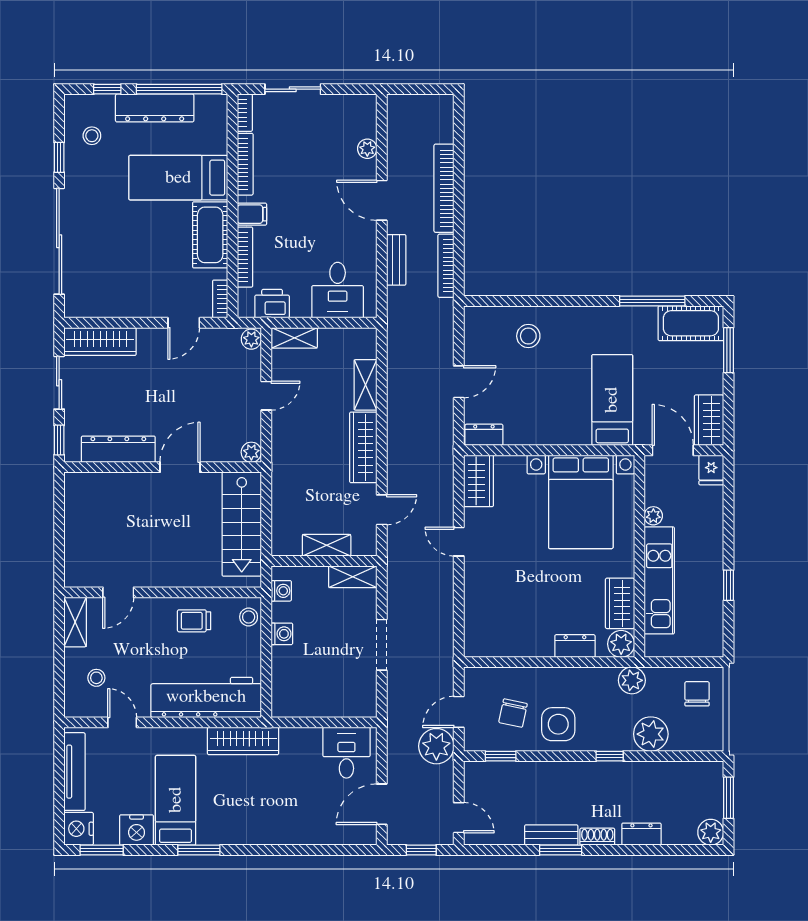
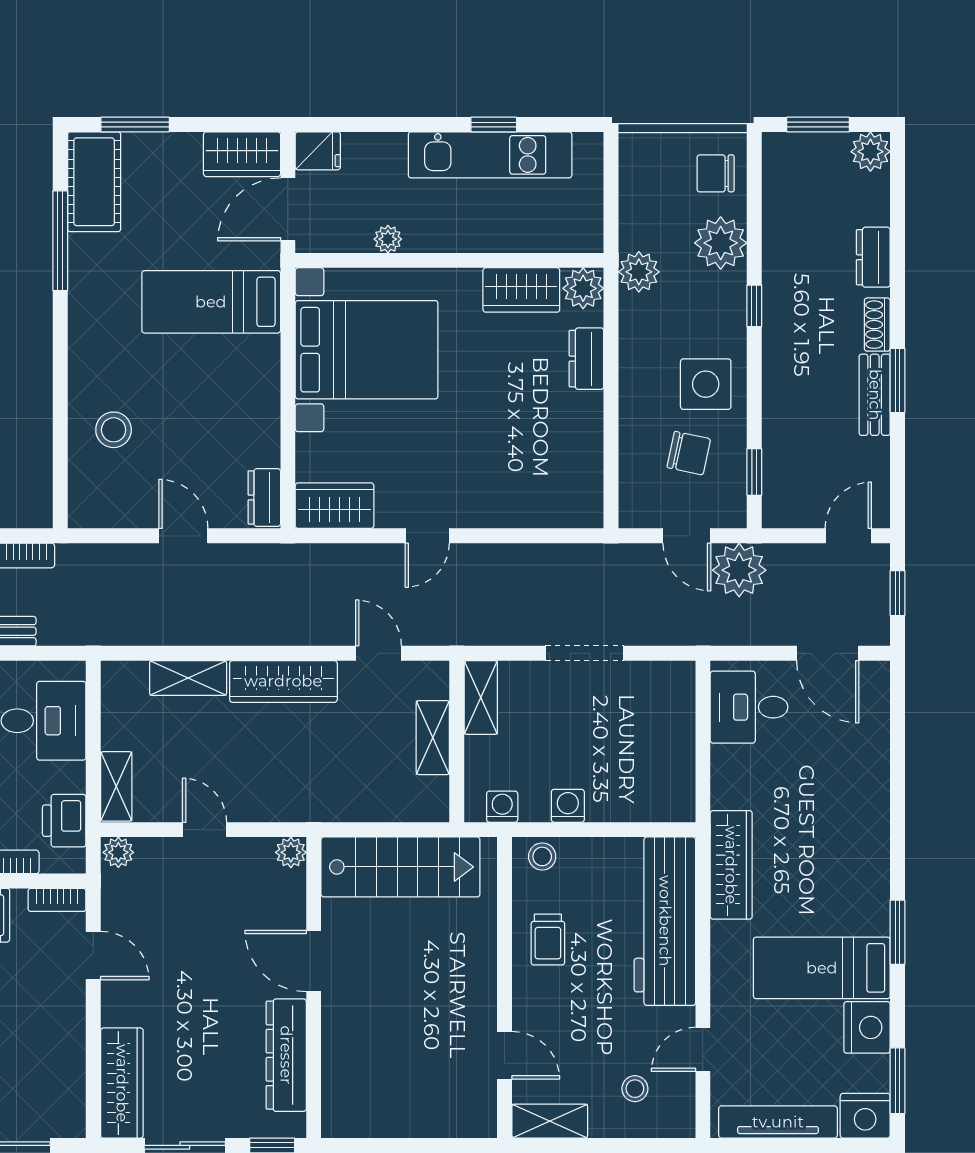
kitchen unit: (659, 580) -> (490, 155), moved, turned 180
chair: (697, 694) -> (716, 173), moved

